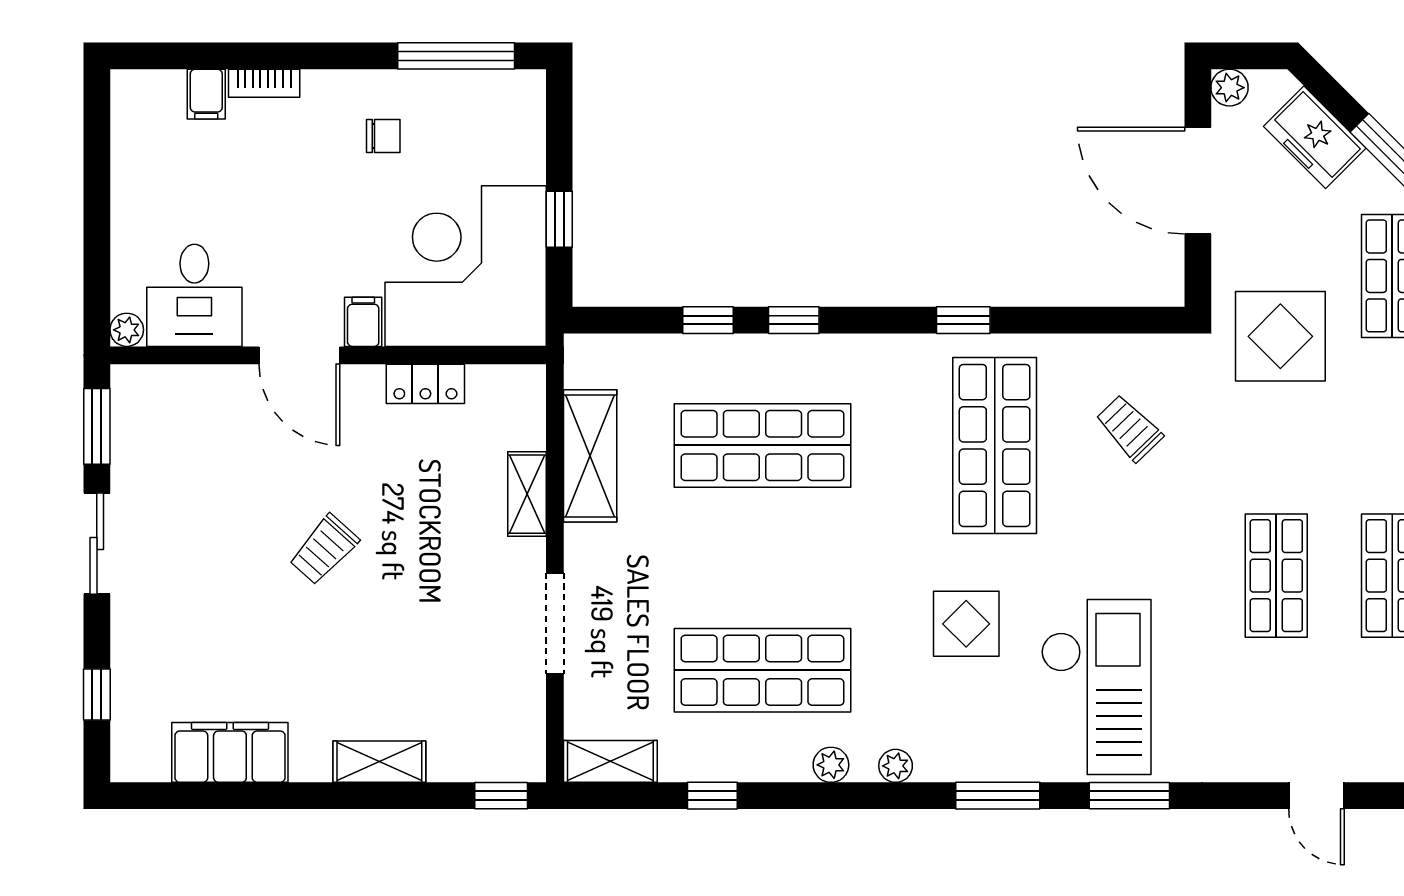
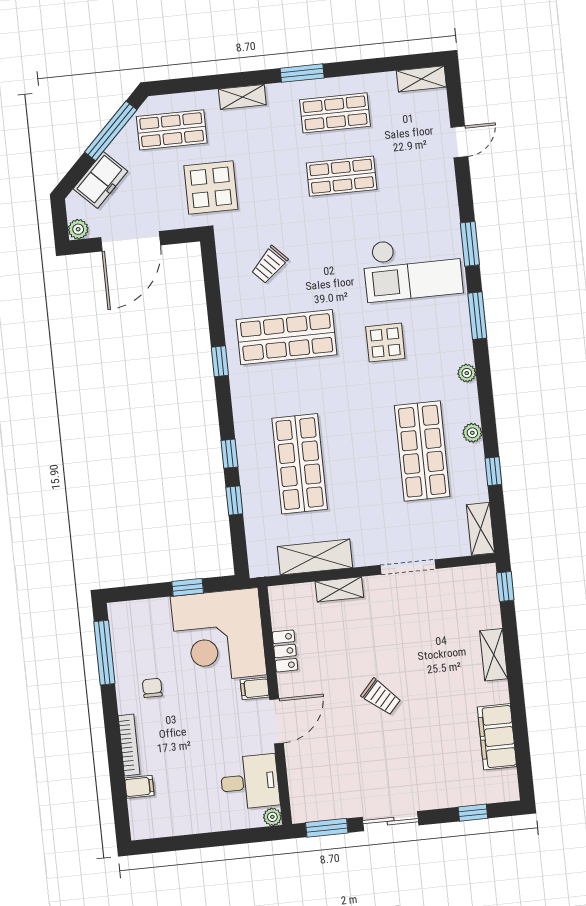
bookcase: (264, 83) -> (129, 745), width x1.56
checkout: (1096, 687) -> (413, 268), turned 180
plant: (831, 765) -> (472, 433), moved

